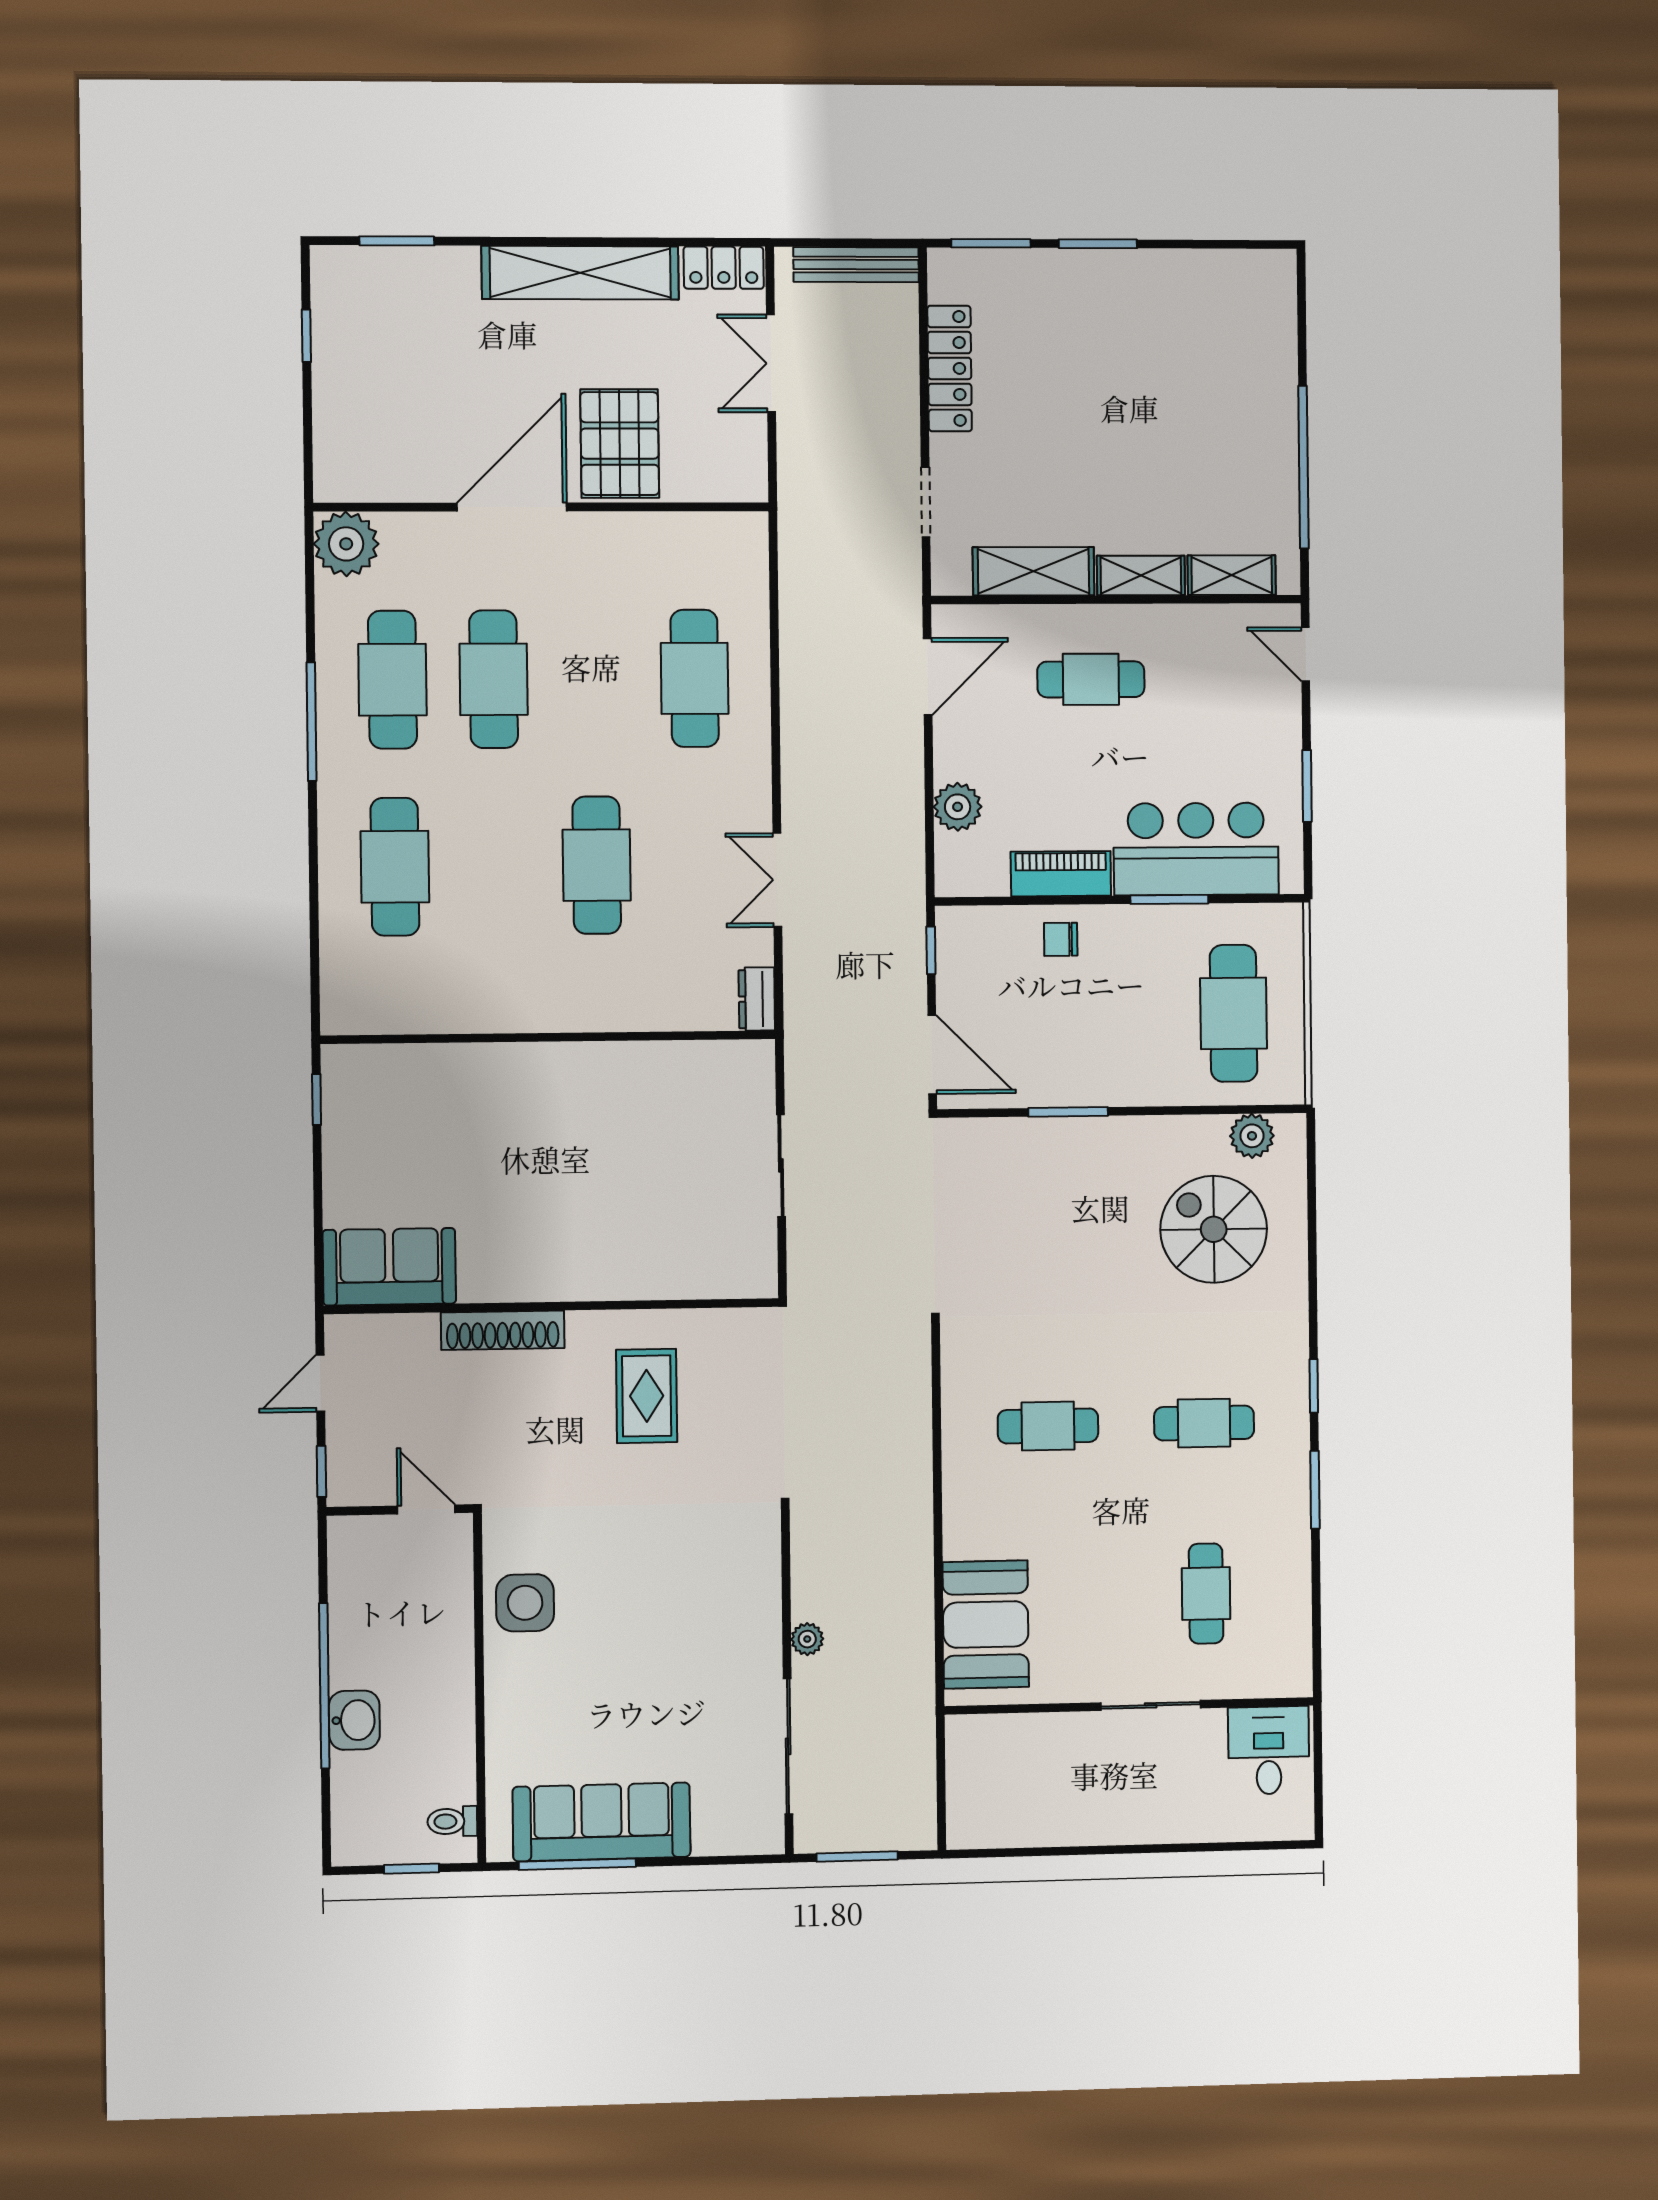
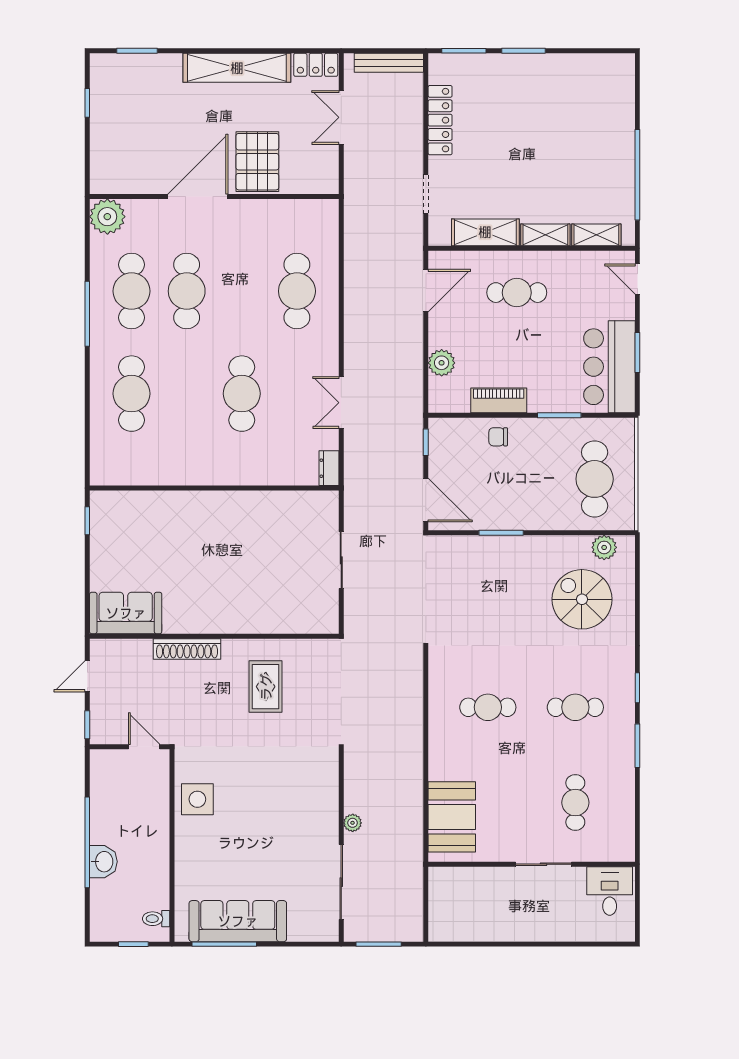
bar counter: (1196, 849) -> (609, 367), moved, turned -90

